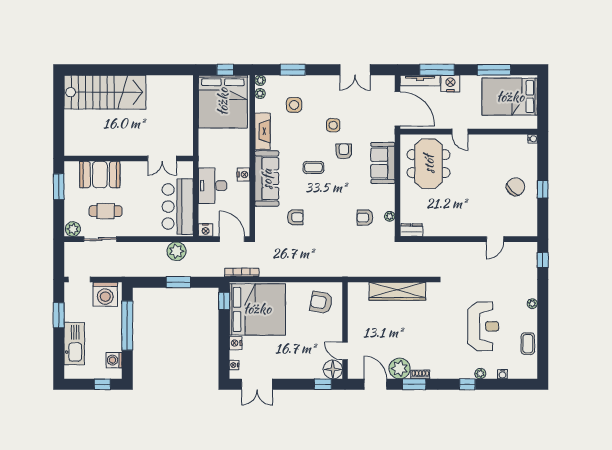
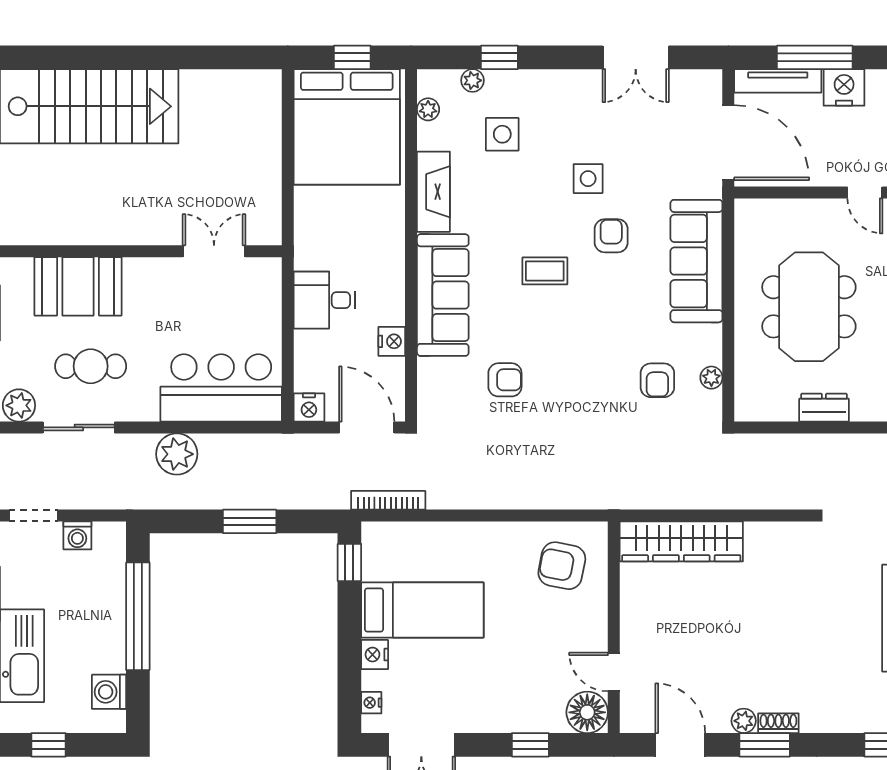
window: (293, 70) -> (499, 57), width x0.67
plant: (260, 80) -> (473, 80), moved
double door: (162, 158) -> (214, 251), swing flipped
sofa: (383, 163) -> (696, 261), width x1.36
meeting table: (429, 164) -> (809, 307), moved
nightstand: (243, 175) -> (392, 341), moved
desk: (213, 186) -> (324, 300), width x0.73
bar counter: (178, 207) -> (221, 388), moved, turned 90
armchair: (365, 218) -> (657, 380), turned -90
dresser: (411, 230) -> (824, 408), moved
plant: (176, 251) -> (177, 454), moved
wardrobe: (397, 291) -> (681, 541), moved
washing machine: (105, 294) -> (77, 535), width x0.53, depth x0.53
bed: (257, 309) -> (422, 610), width x0.49
plant: (400, 368) -> (744, 721), width x0.53, depth x0.53
window: (102, 384) -> (49, 745), moved
window: (323, 384) -> (530, 745), moved

